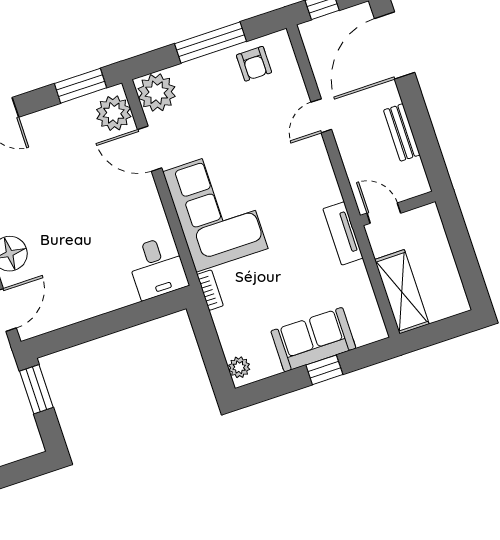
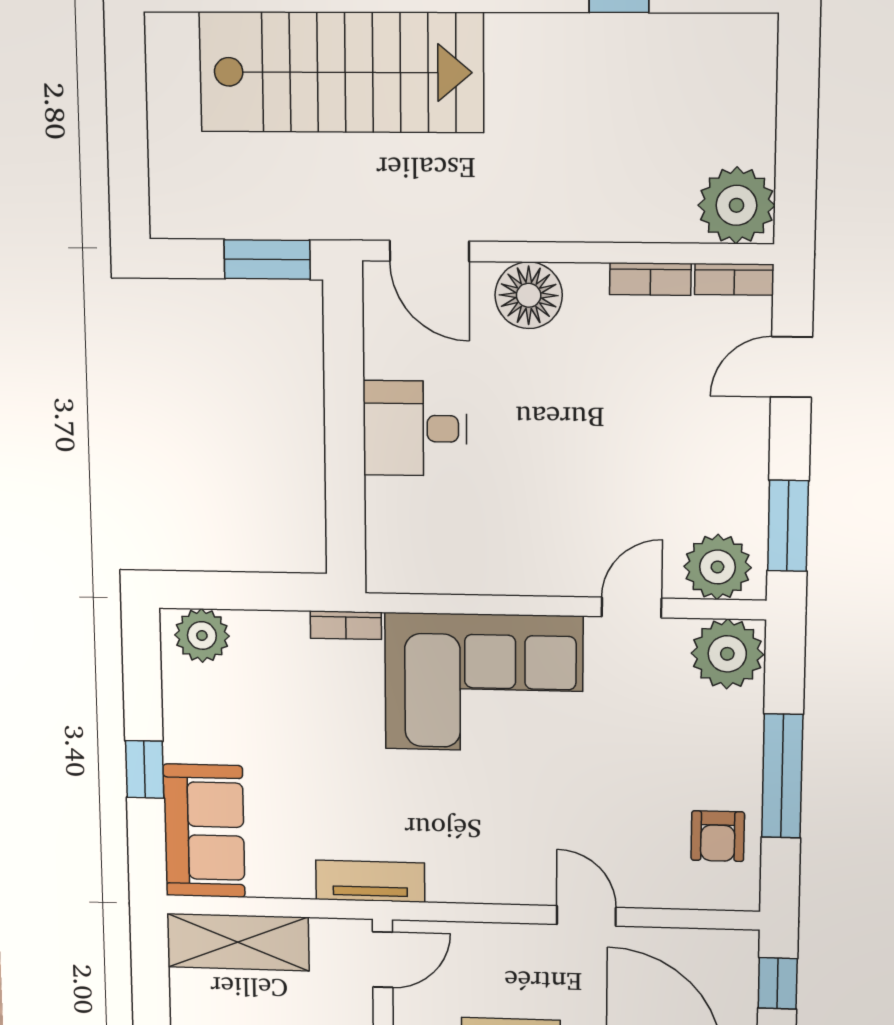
armchair: (254, 64) -> (718, 836), turned -90
door: (150, 149) -> (632, 607), width x0.73
desk: (157, 268) -> (415, 428), moved
sofa: (313, 340) -> (204, 831), moved
plant: (239, 367) -> (202, 635), width x1.38, depth x1.38

